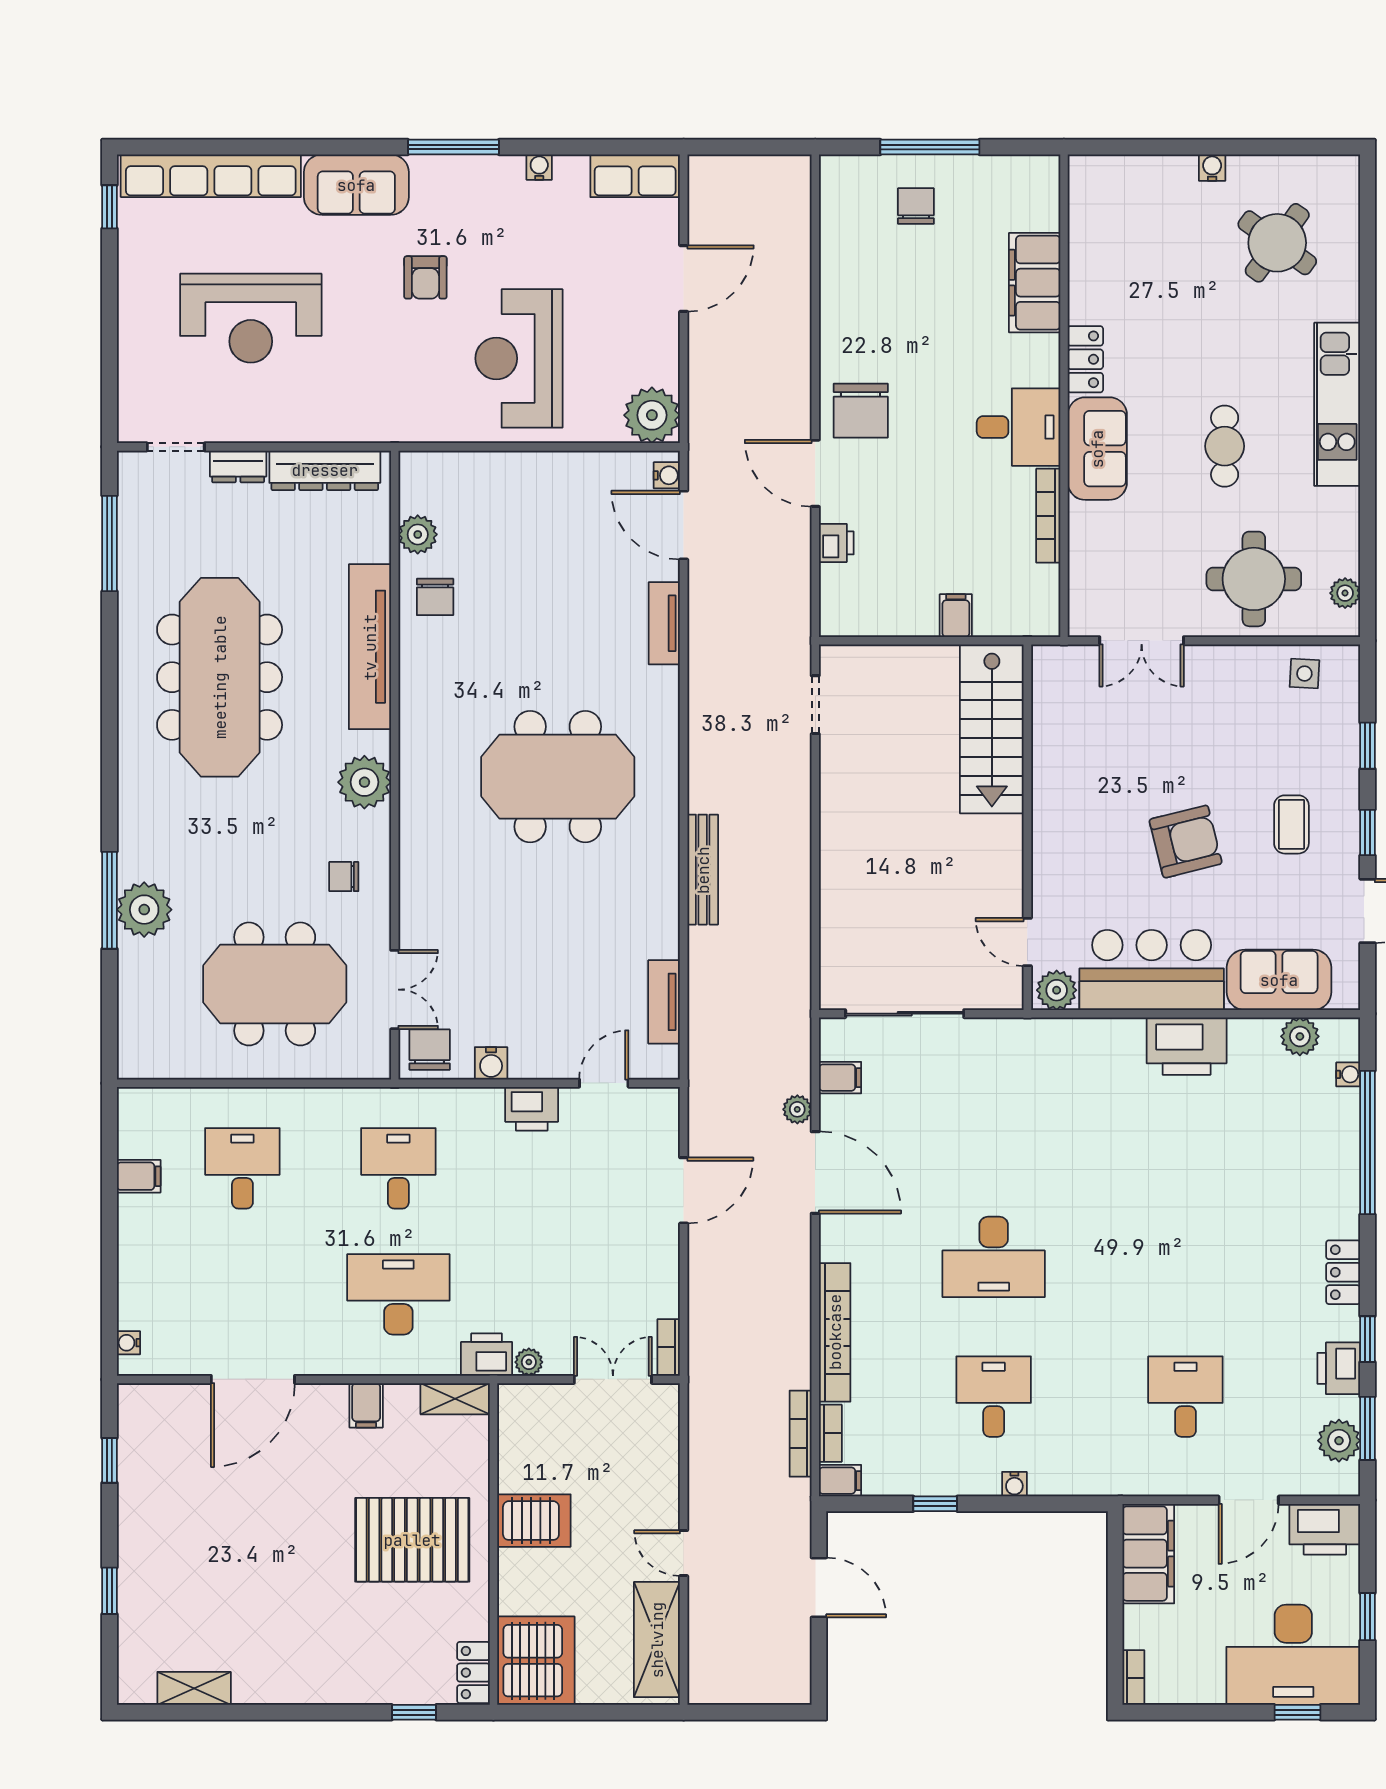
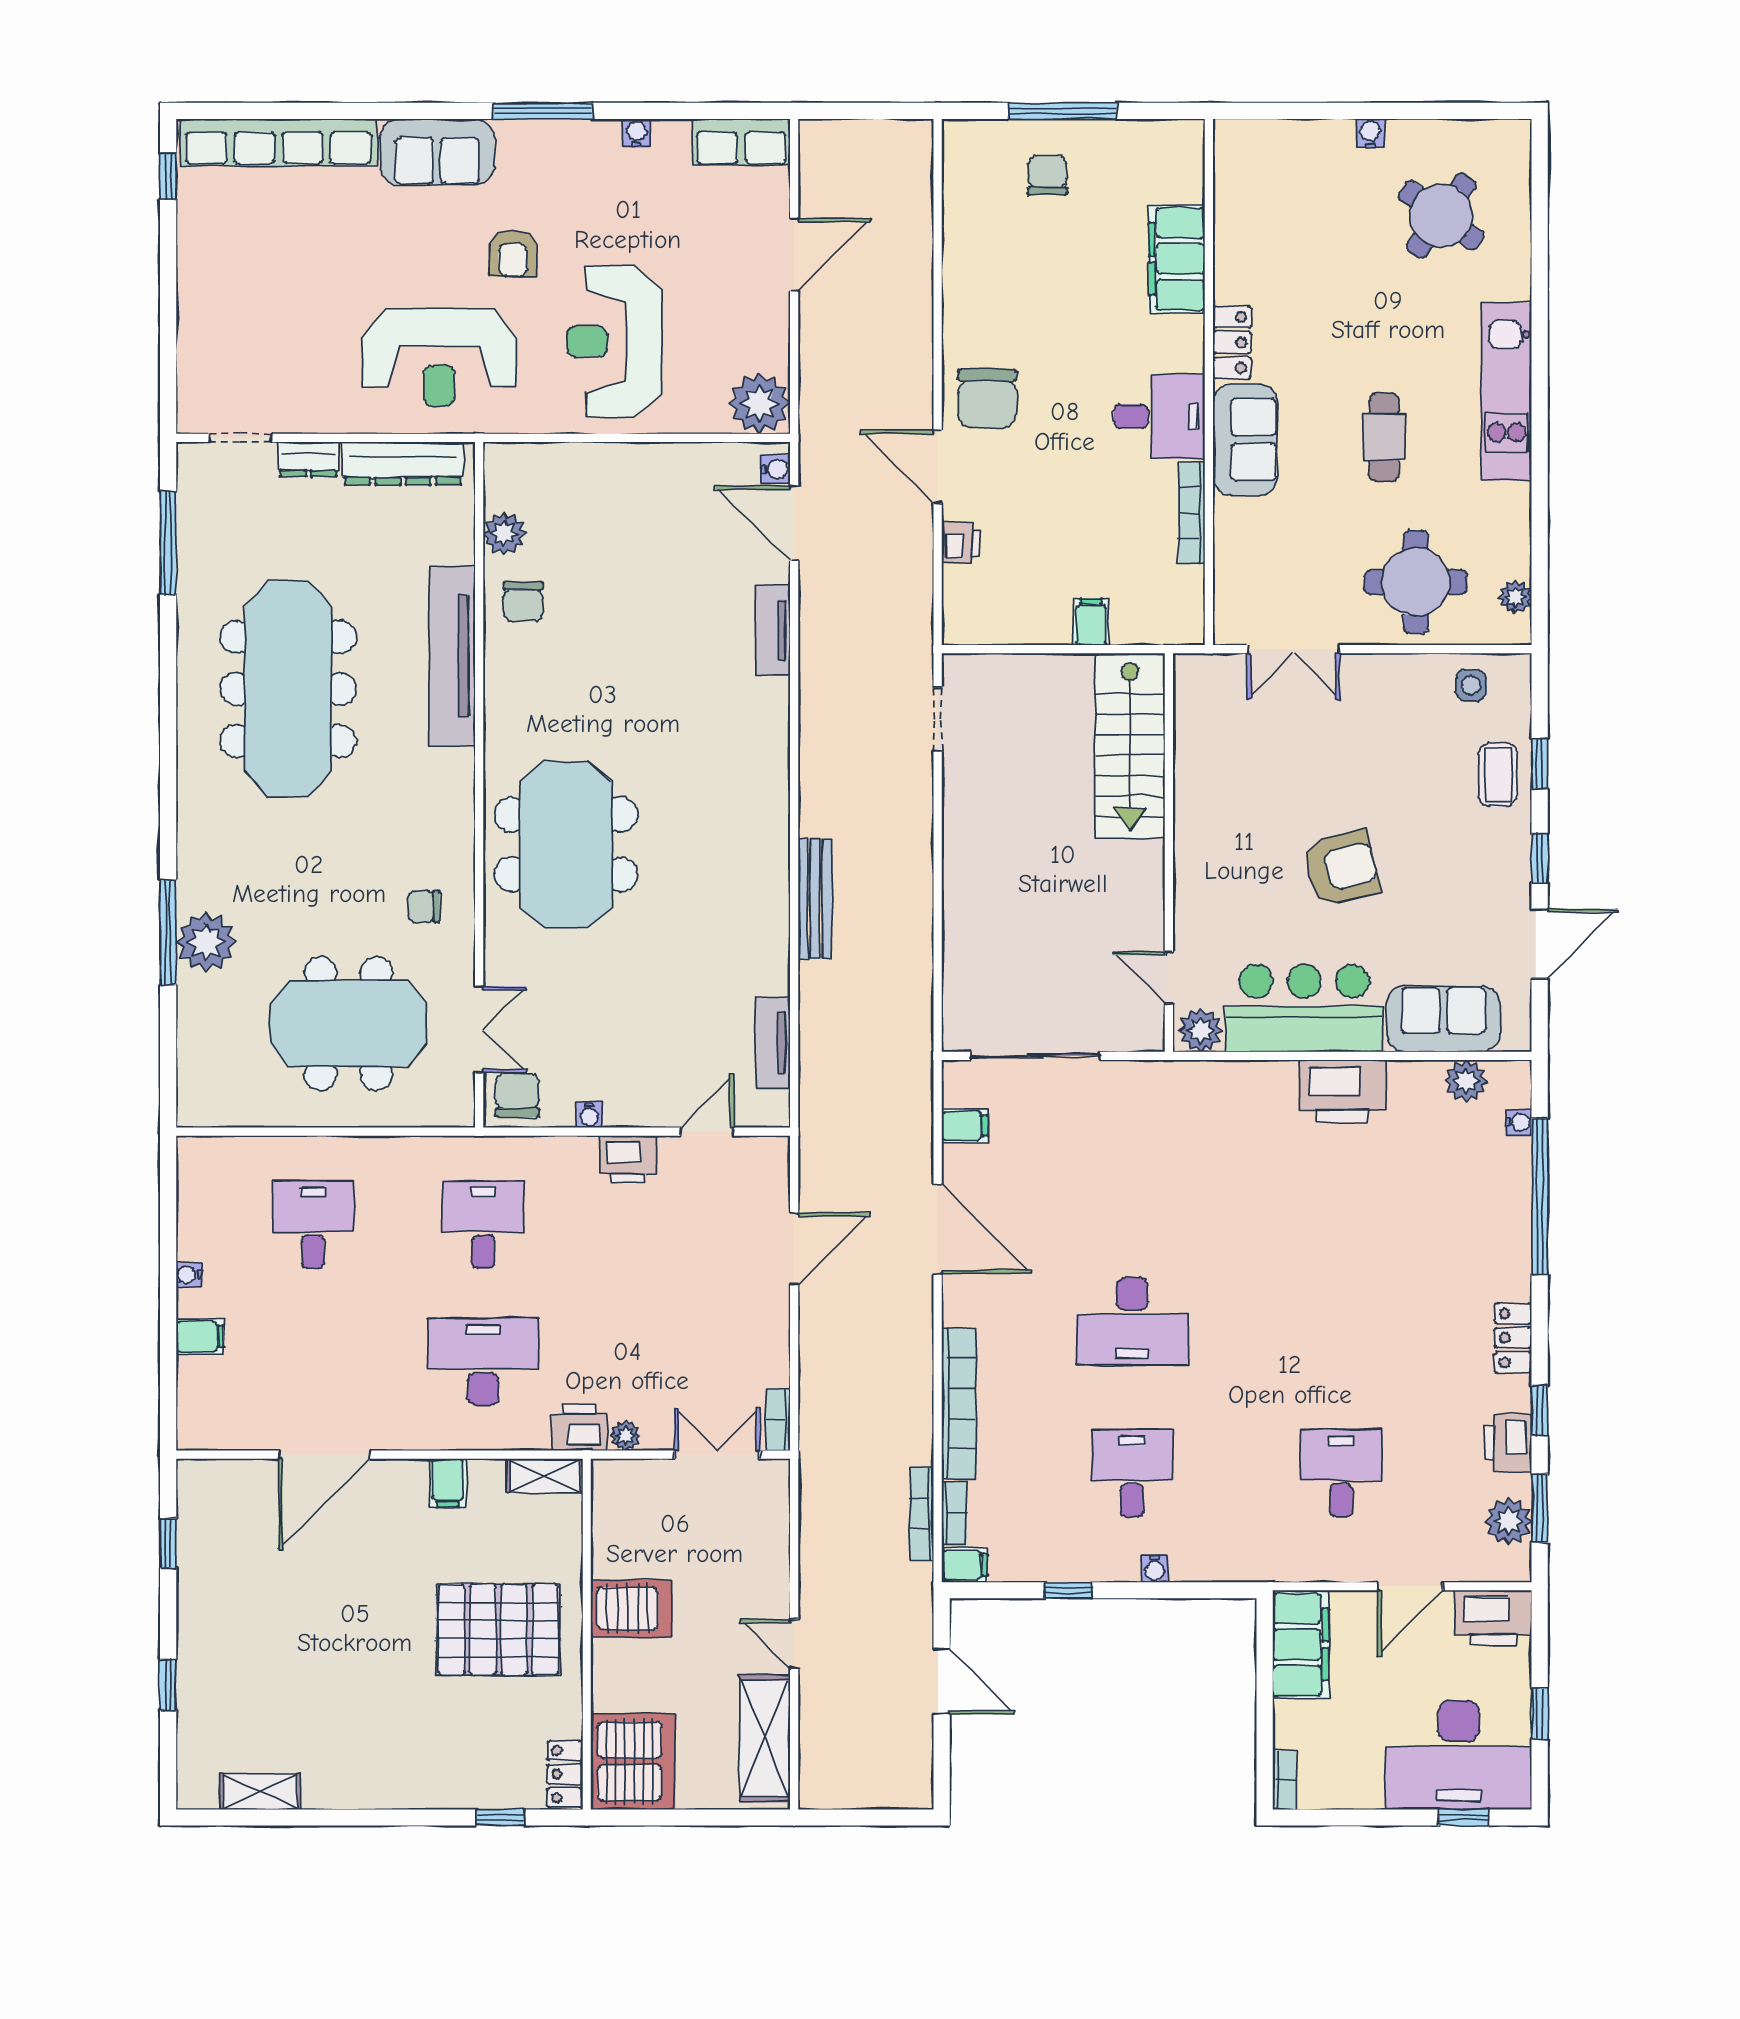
reception desk: (251, 318) -> (439, 358), moved
meeting table: (558, 777) -> (566, 845), moved, turned 90
plant: (364, 782) -> (446, 803), removed
coffee table: (1291, 824) -> (1498, 775), moved
water cooler: (491, 1063) -> (589, 1115), width x0.72, depth x0.72
plant: (797, 1109) -> (918, 1160), removed
filing cabinet: (139, 1176) -> (200, 1336), moved
water cooler: (128, 1343) -> (189, 1275), moved

